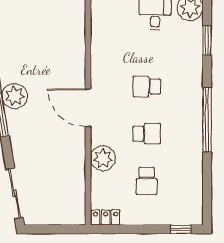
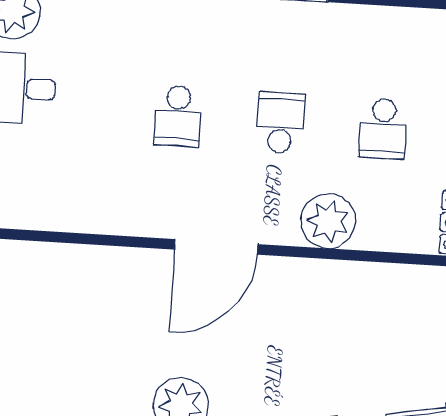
school desk: (147, 181) -> (383, 129), turned 90

